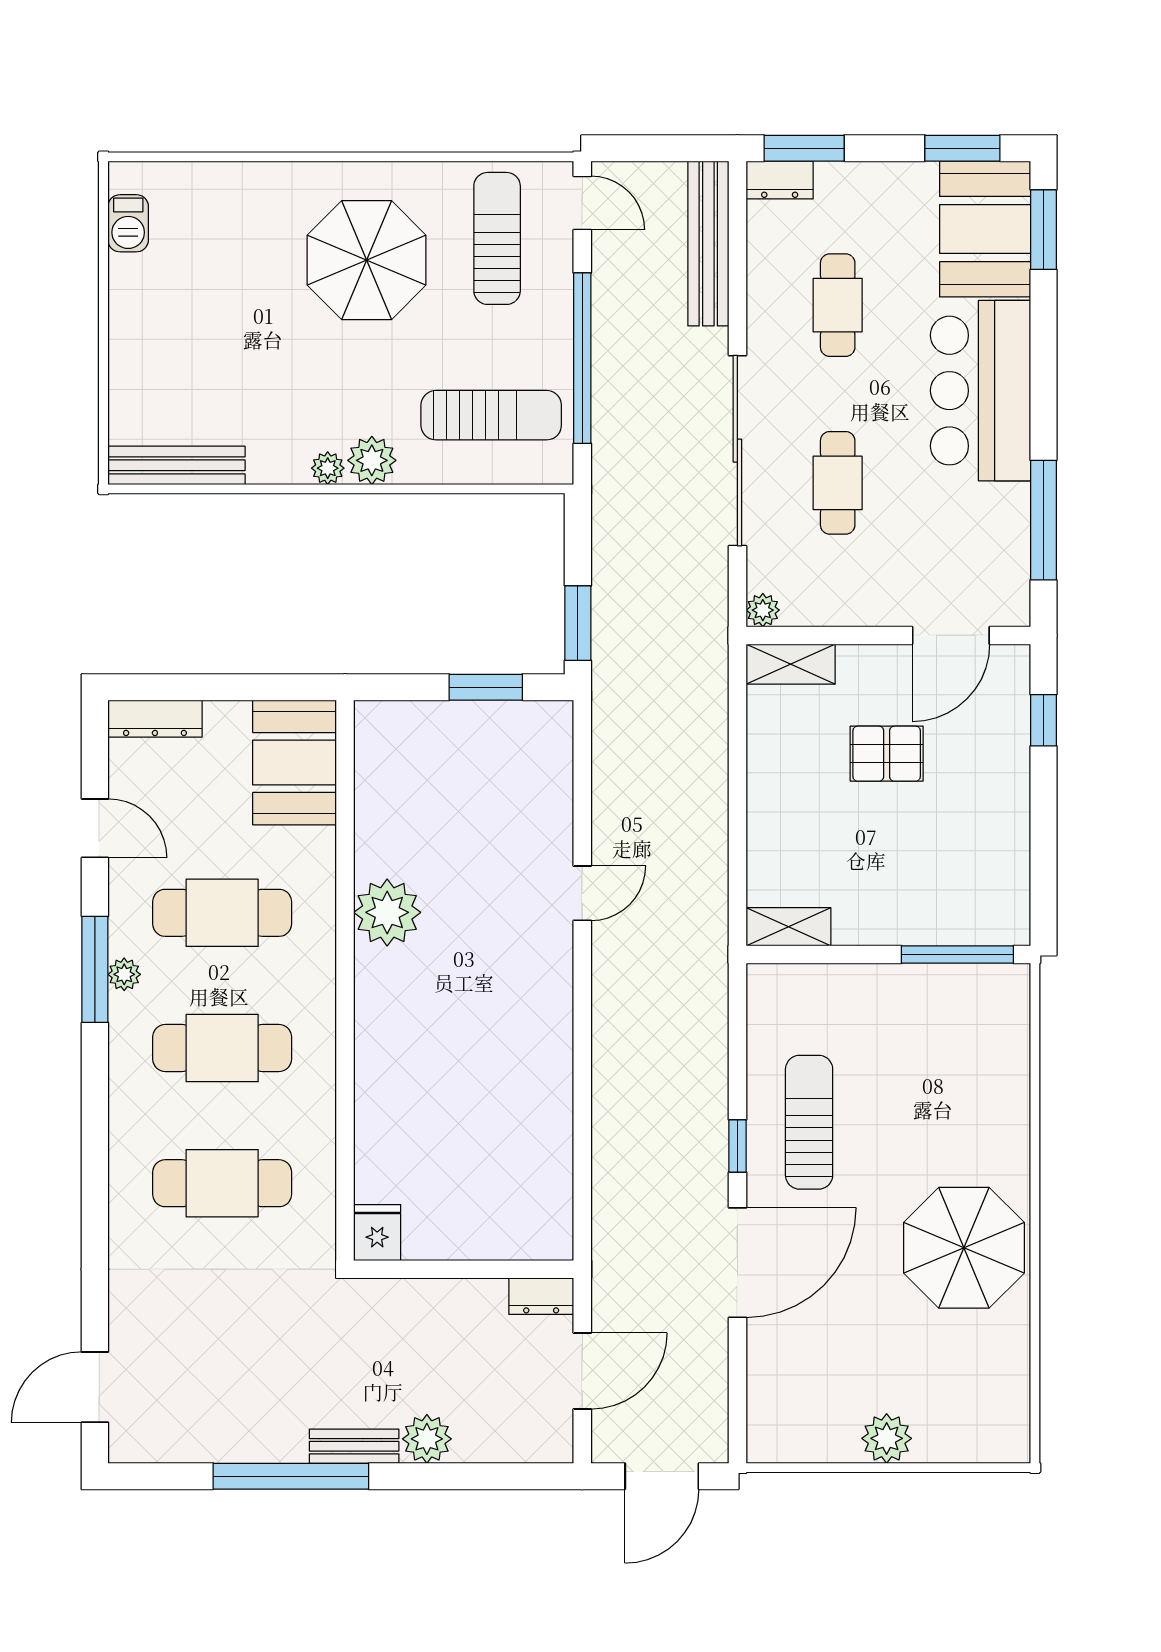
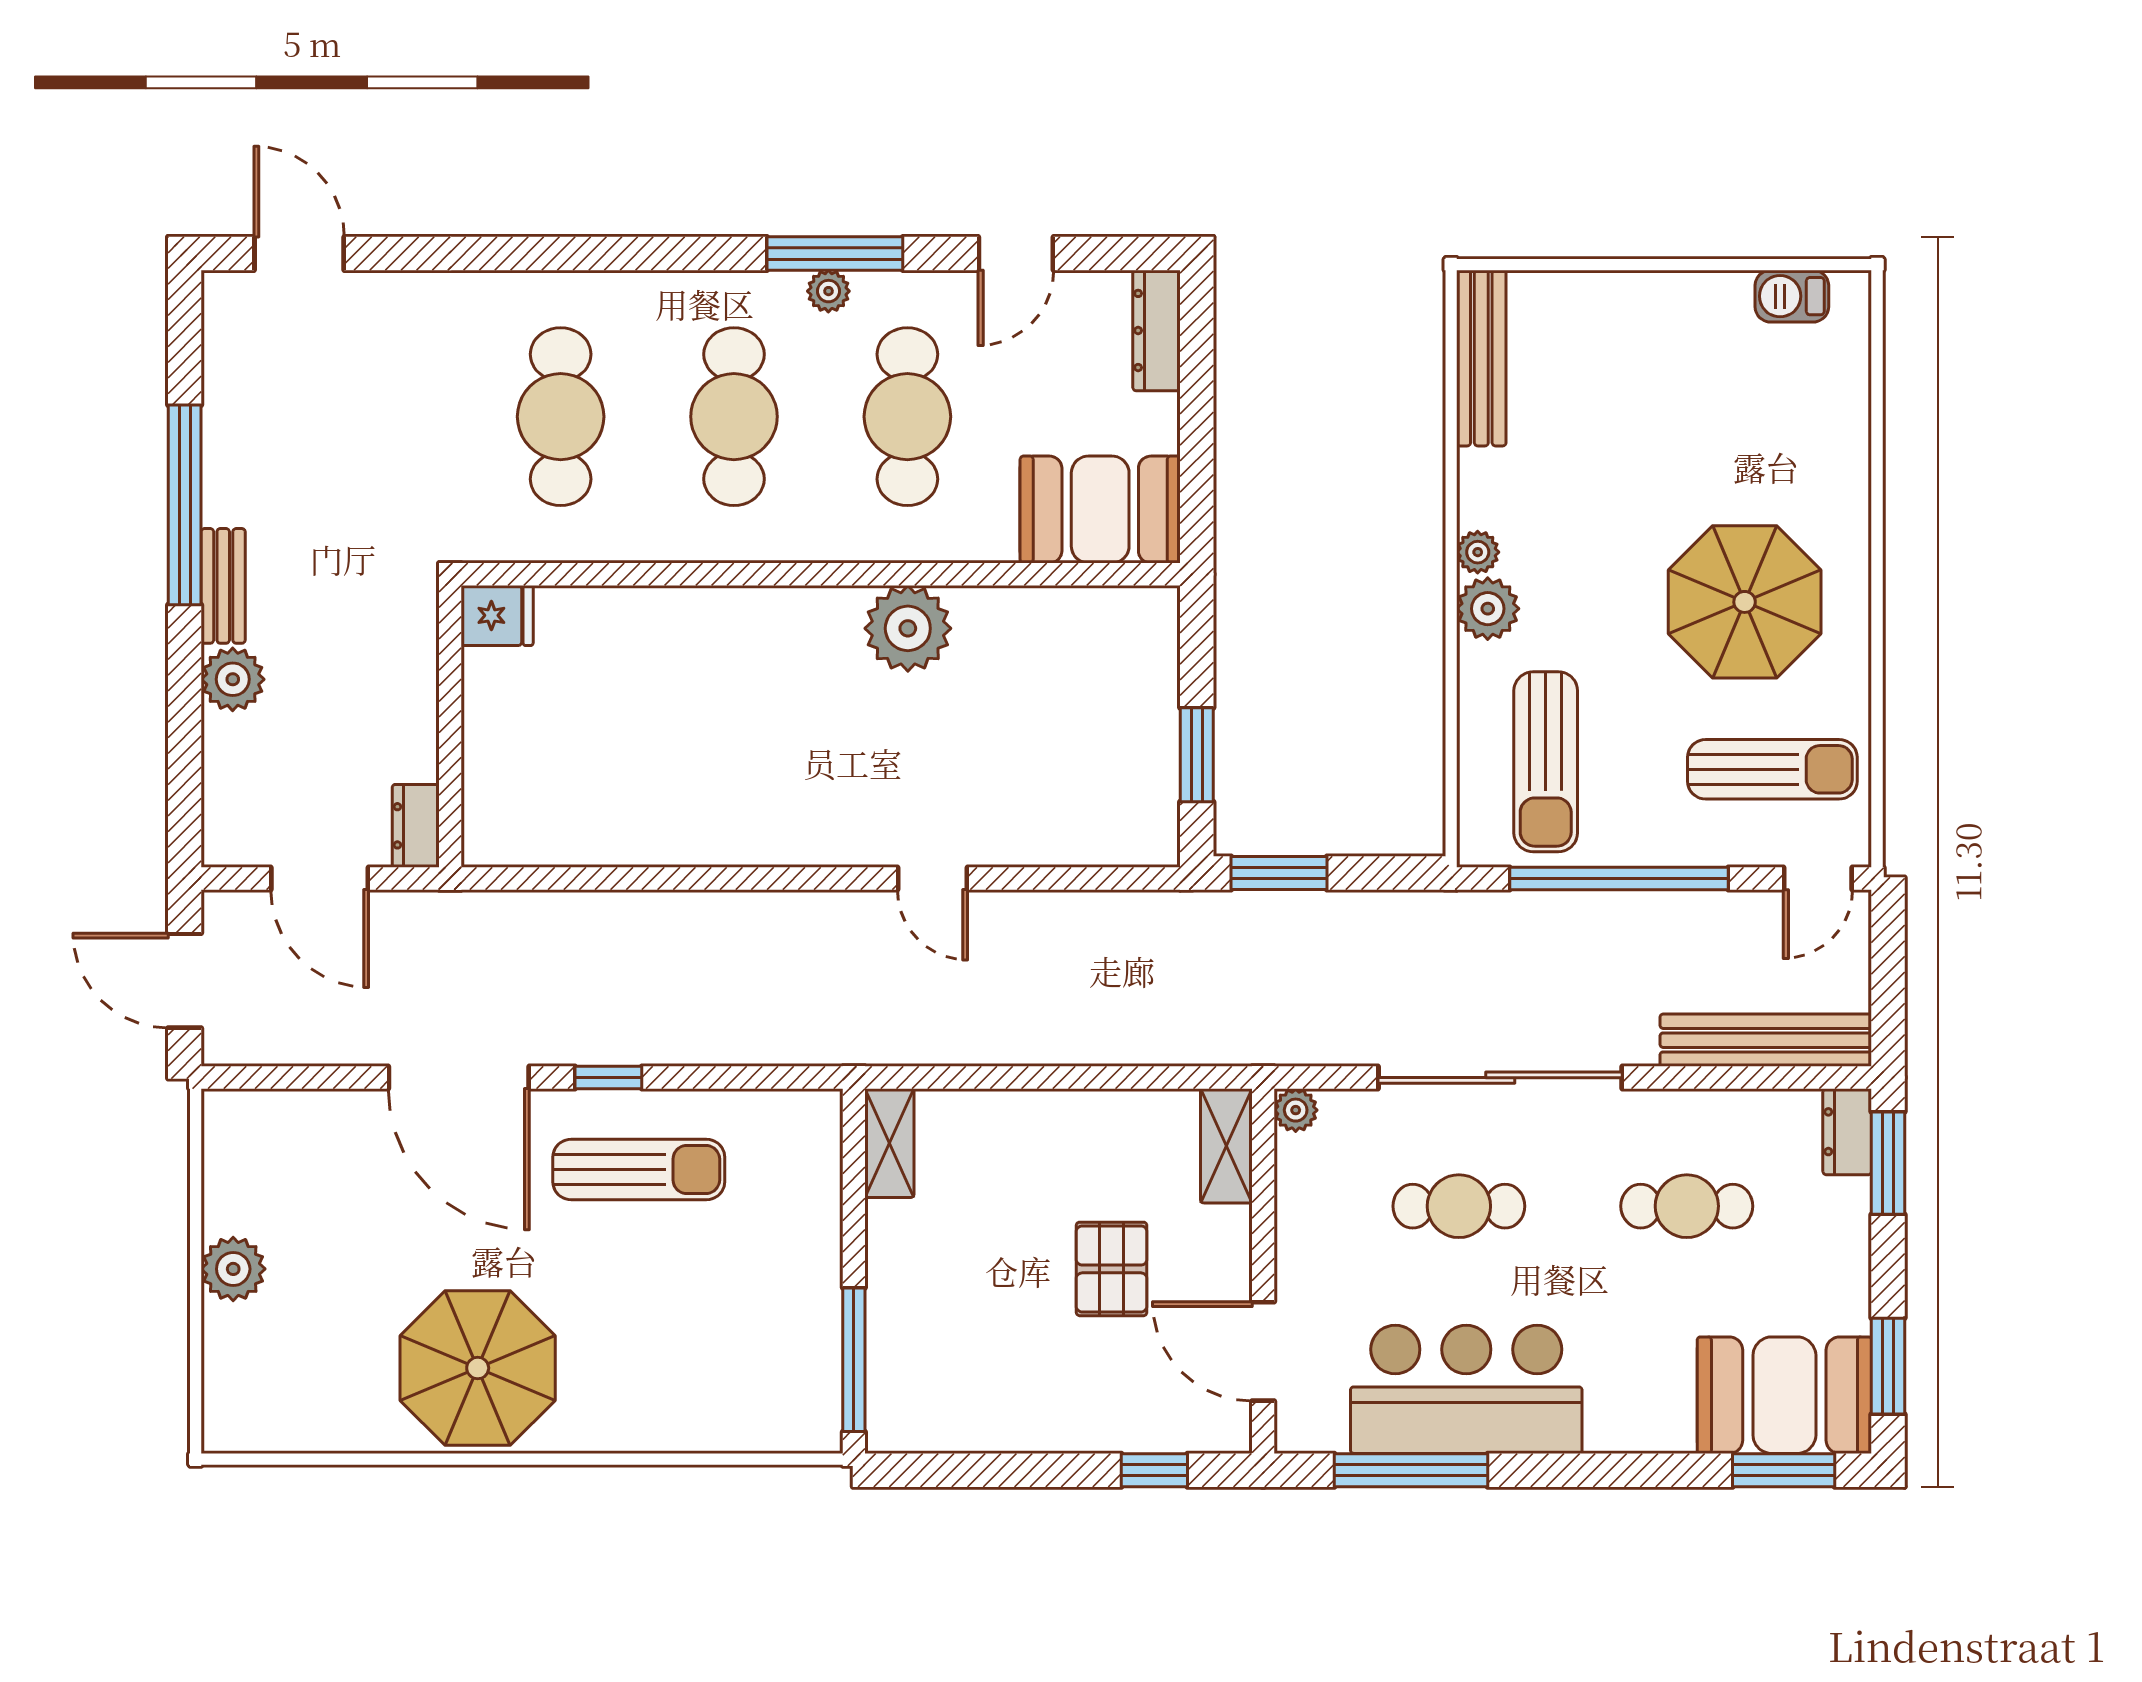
bar counter: (980, 391) -> (1466, 1389), moved

